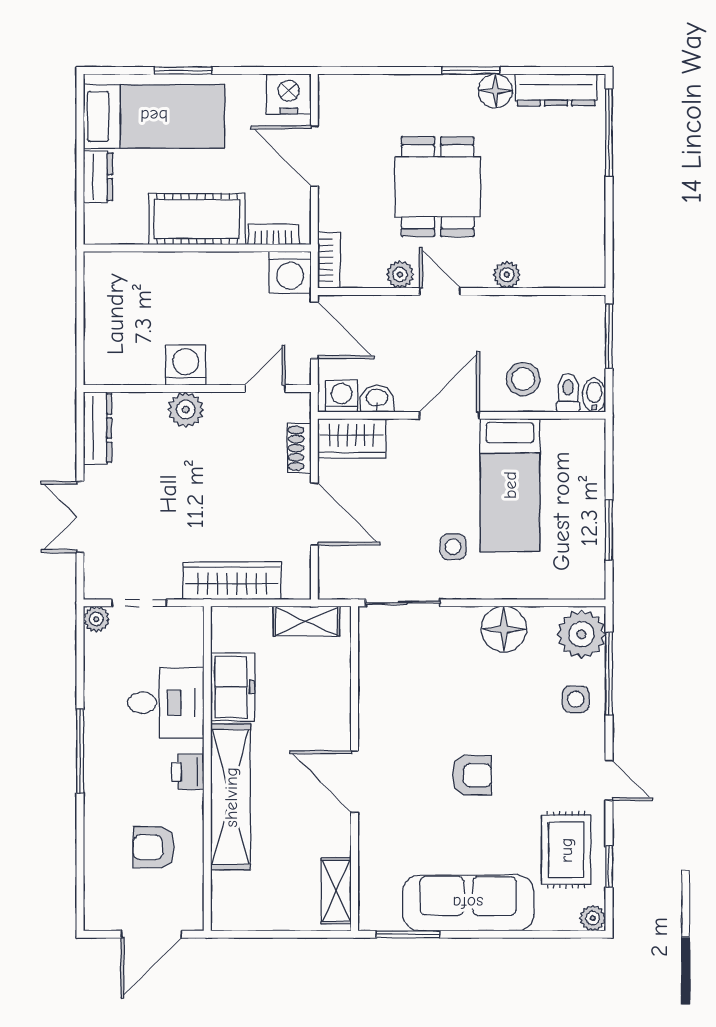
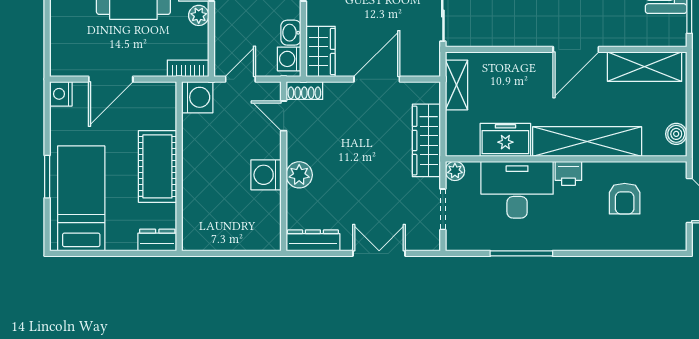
nightstand: (289, 94) -> (61, 94), width x0.74, depth x0.75
dresser: (98, 177) -> (157, 240), moved
bookcase: (273, 234) -> (169, 110), removed
door: (314, 330) -> (240, 79), width x0.73
shoe rack: (299, 448) -> (304, 91), moved
double door: (80, 517) -> (379, 253), swing flipped
plant: (96, 619) -> (455, 171), moved
desk: (166, 703) -> (517, 190), width x1.37
window: (80, 751) -> (521, 253), moved
shelving: (336, 891) -> (645, 67), width x1.50, depth x1.33
boiler: (241, 917) -> (676, 134), added

